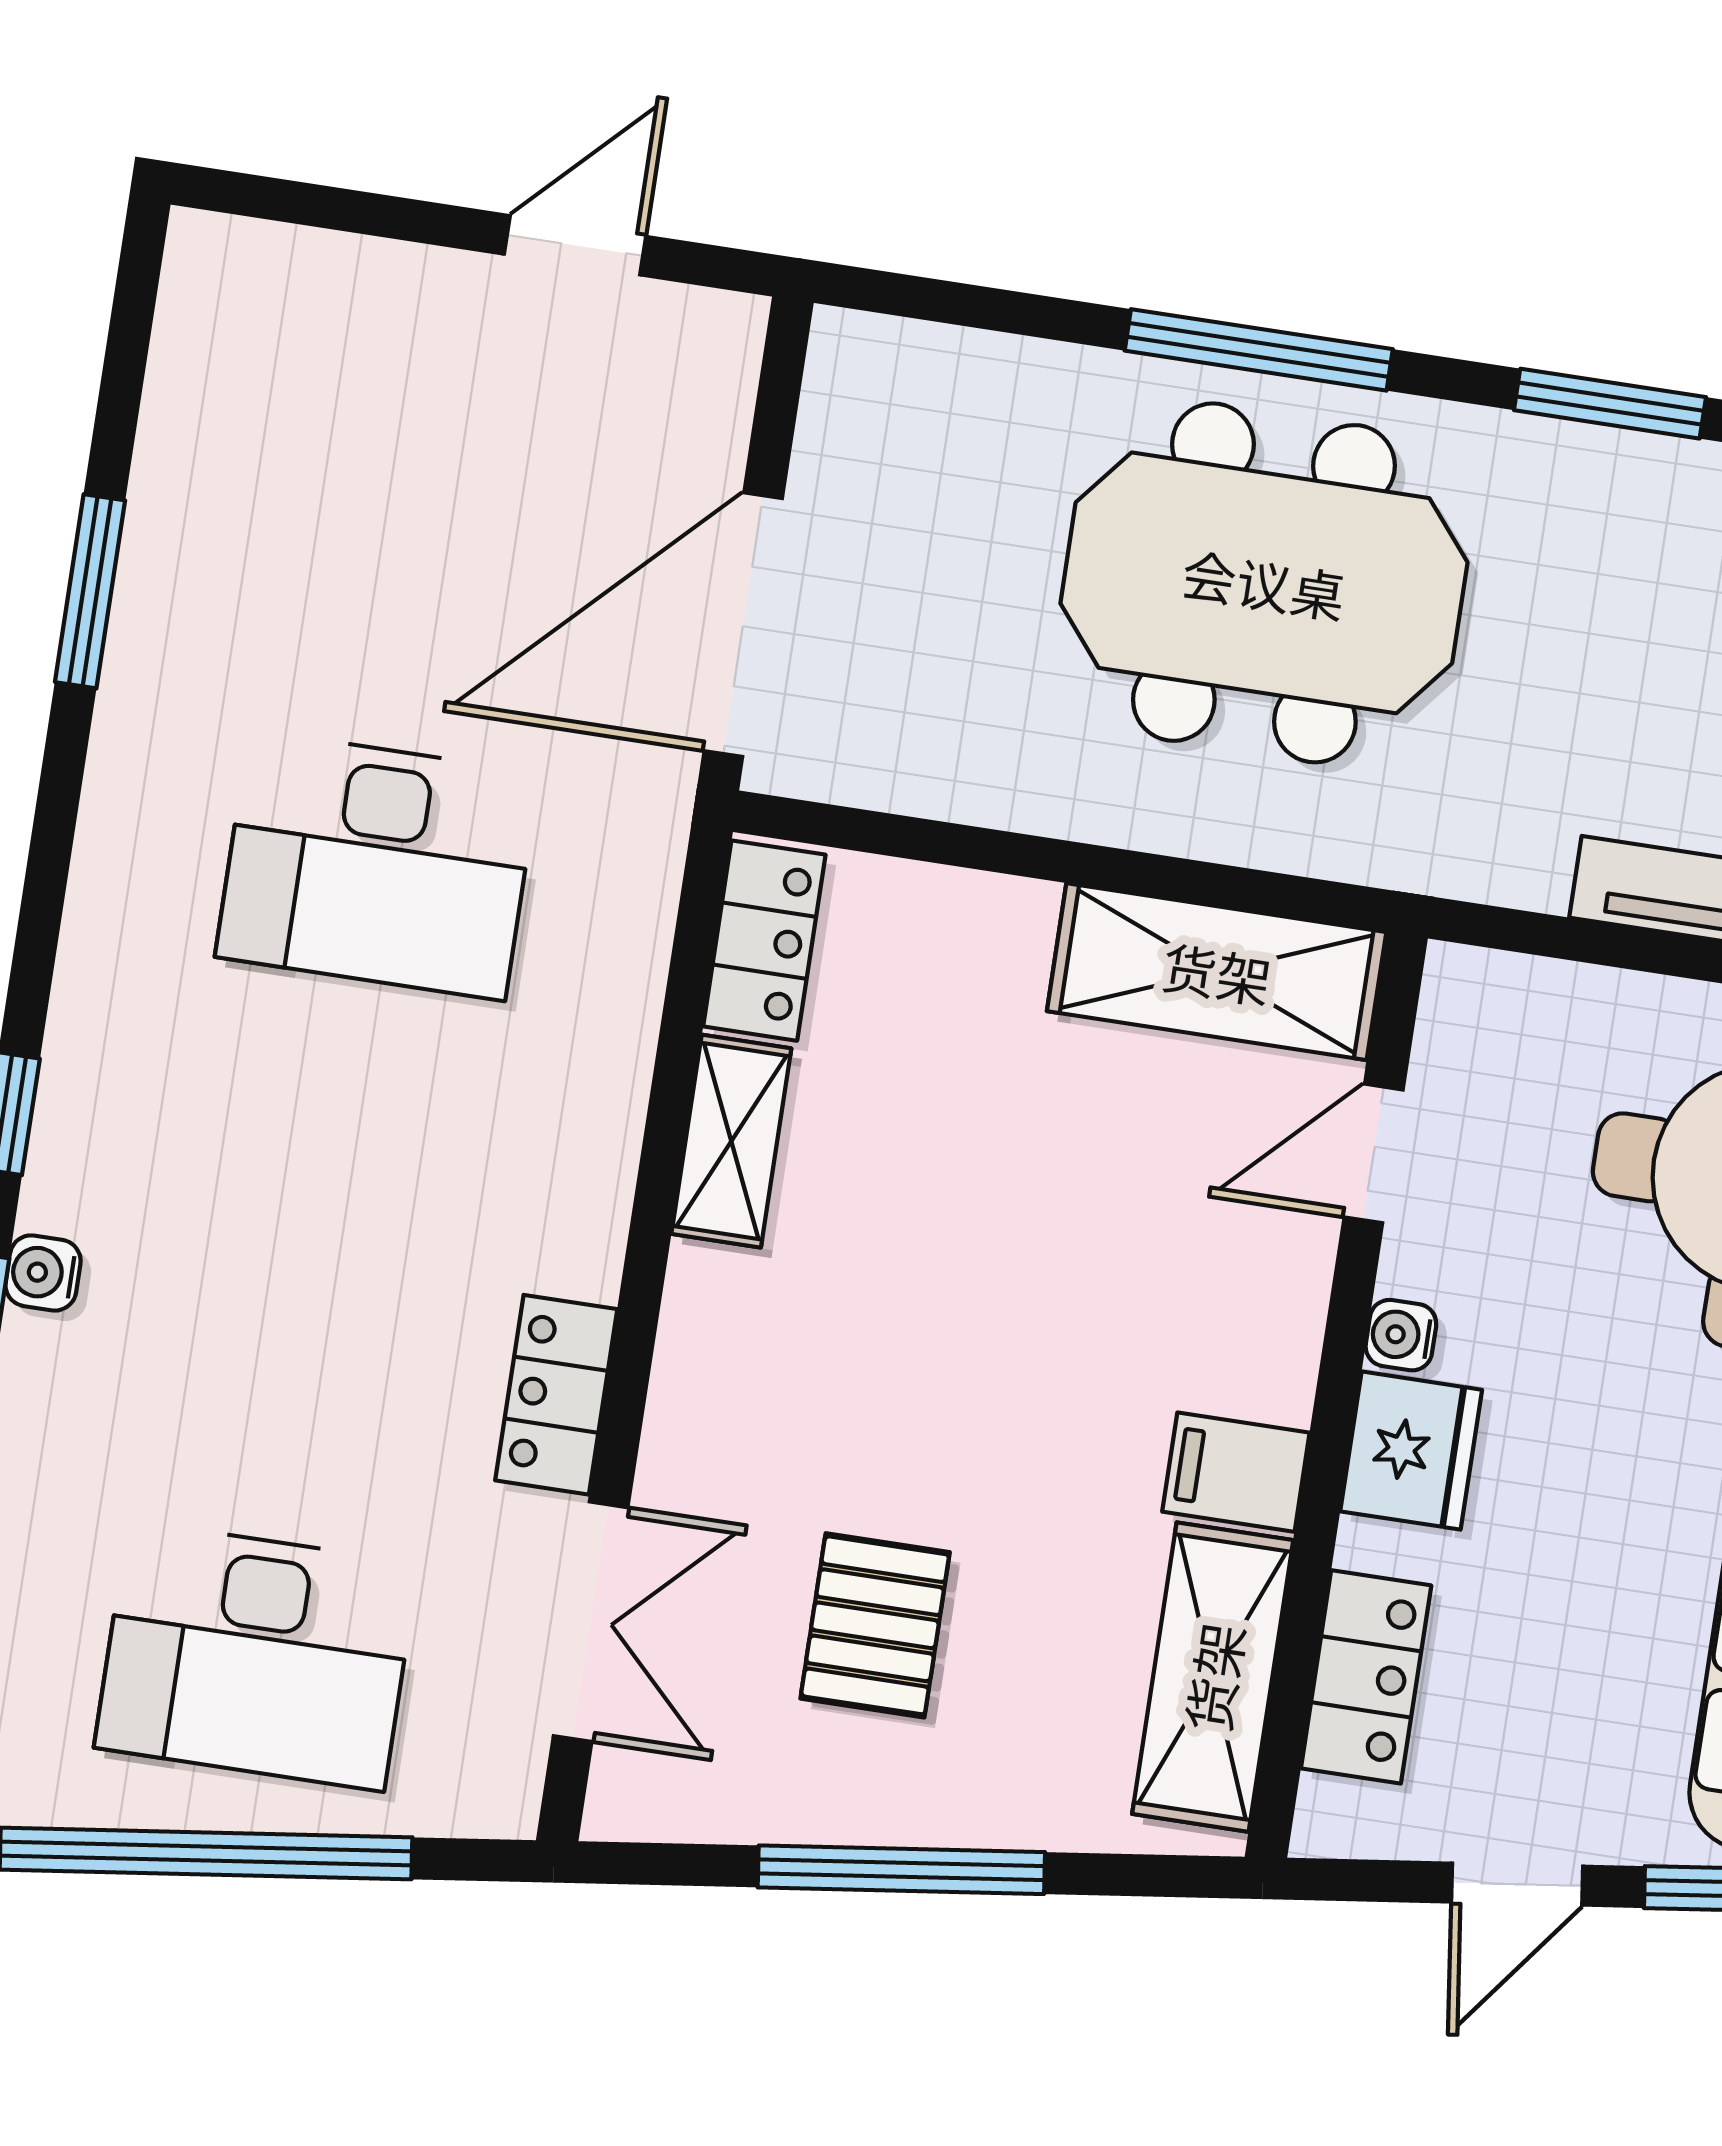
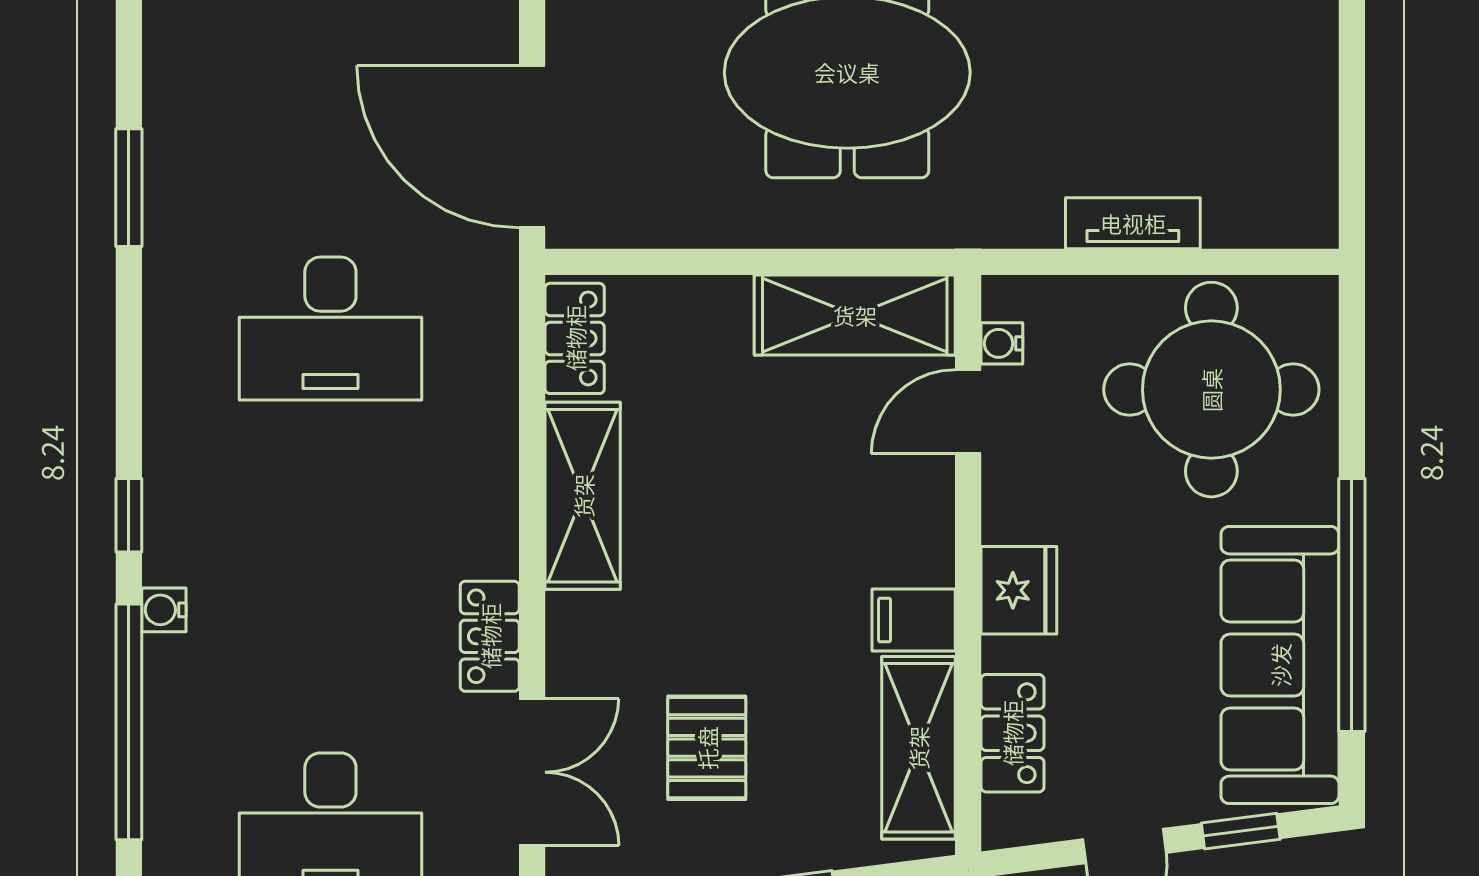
door: (743, 625) -> (532, 147), hinge flipped
shelving: (731, 1141) -> (583, 496), width x1.50, depth x1.33
water cooler: (1401, 1335) -> (1002, 343), moved

